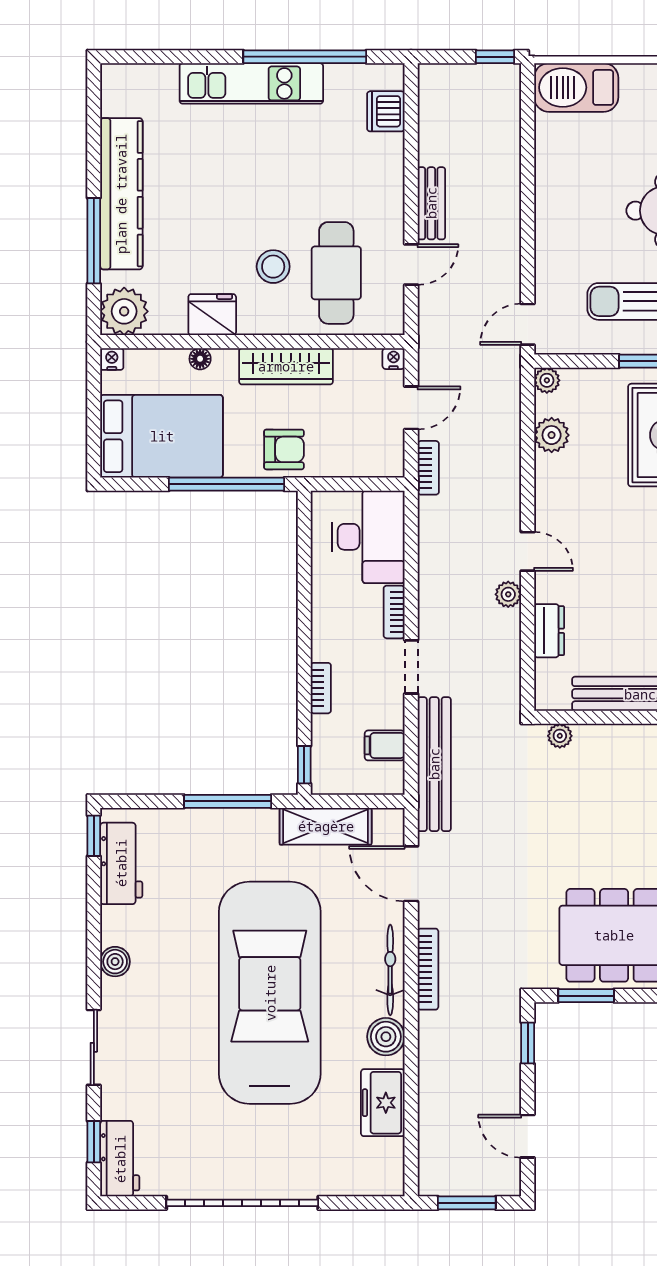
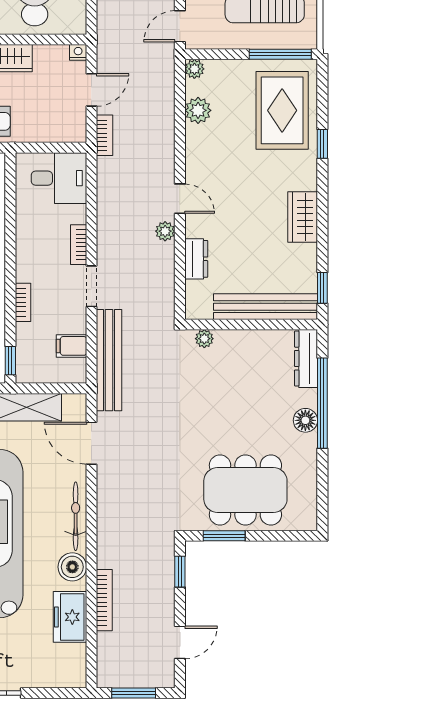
desk: (368, 537) -> (59, 178), width x0.73
bookcase: (428, 969) -> (104, 600), moved
door: (528, 1136) -> (180, 642), swing flipped

